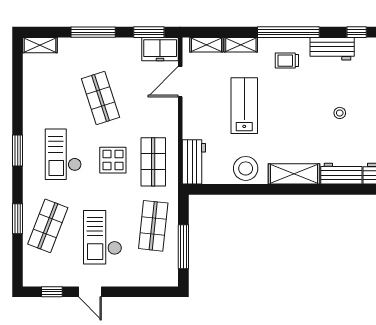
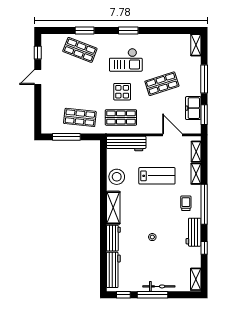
freezer: (160, 49) -> (193, 108), moved
checkout: (63, 154) -> (126, 60), turned 180
workbench: (194, 162) -> (126, 144), width x1.37
checkout: (103, 237) -> (73, 85), removed

